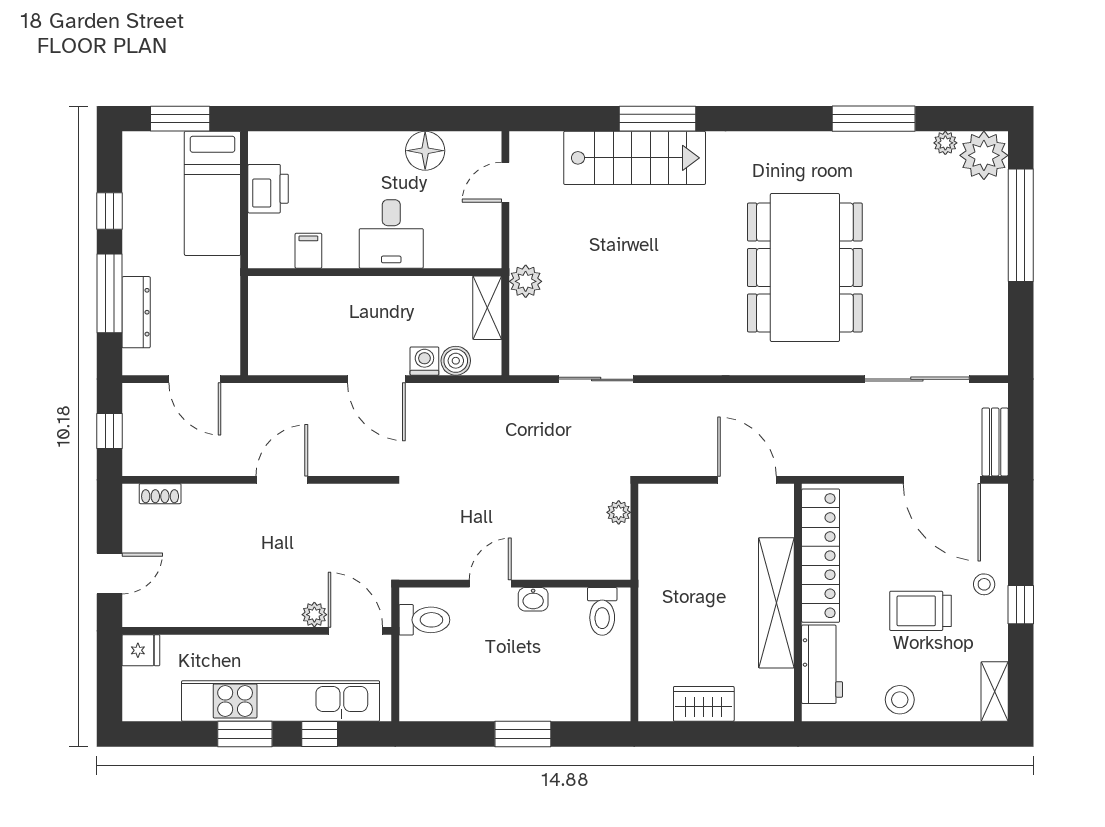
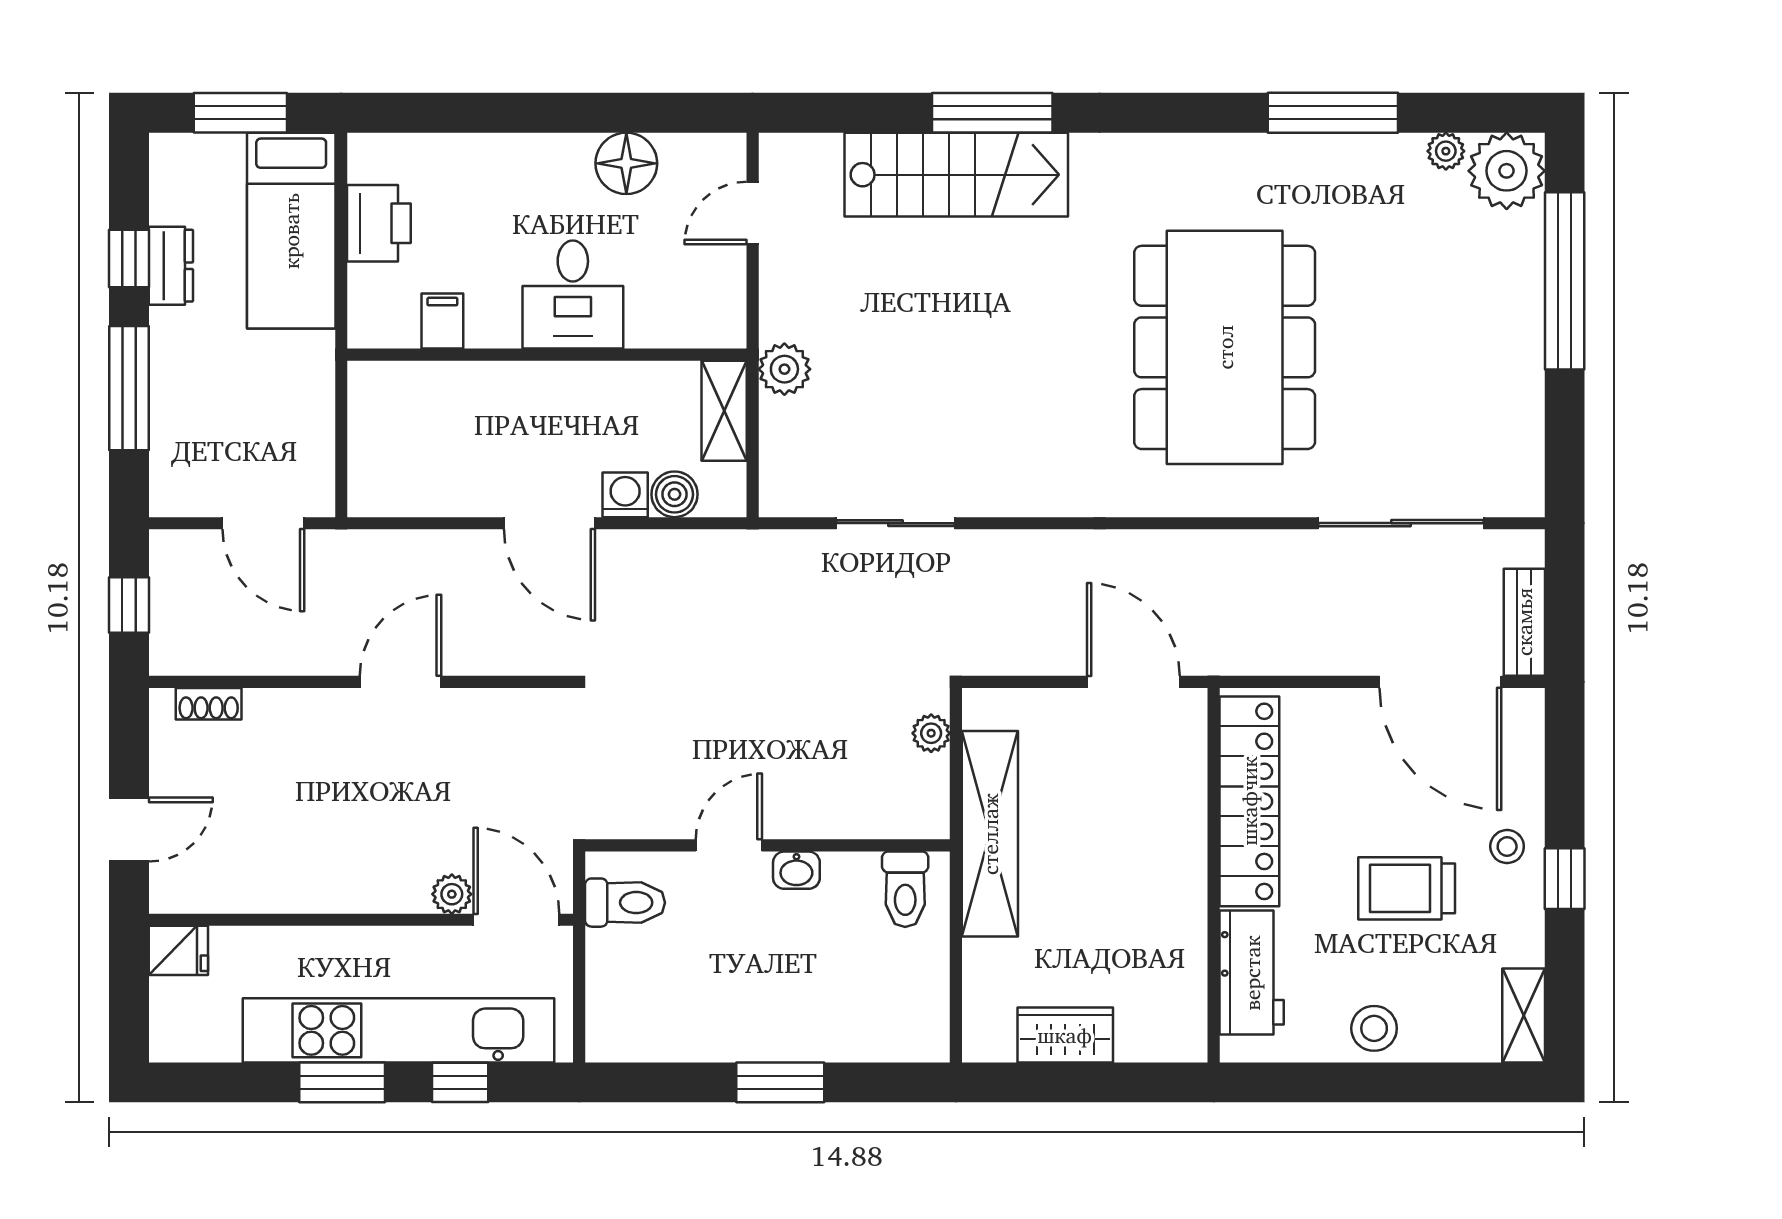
dresser: (136, 312) -> (171, 266), moved, width x0.70
shelving: (776, 603) -> (990, 834), moved

